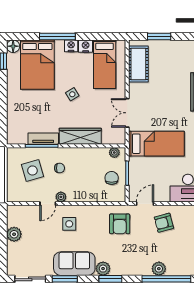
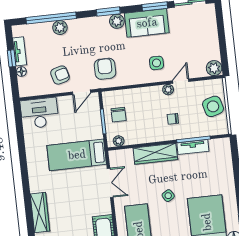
side table: (32, 170) -> (213, 106), moved
plant: (14, 234) -> (214, 68), moved

